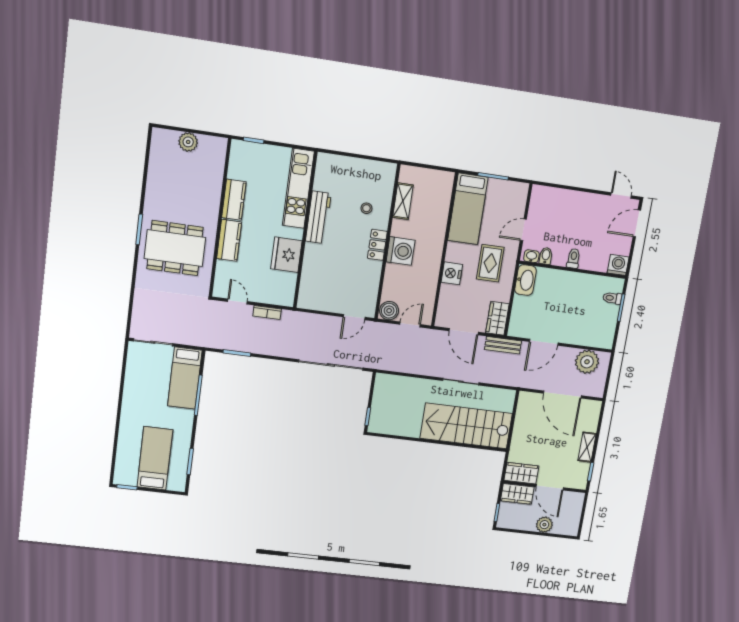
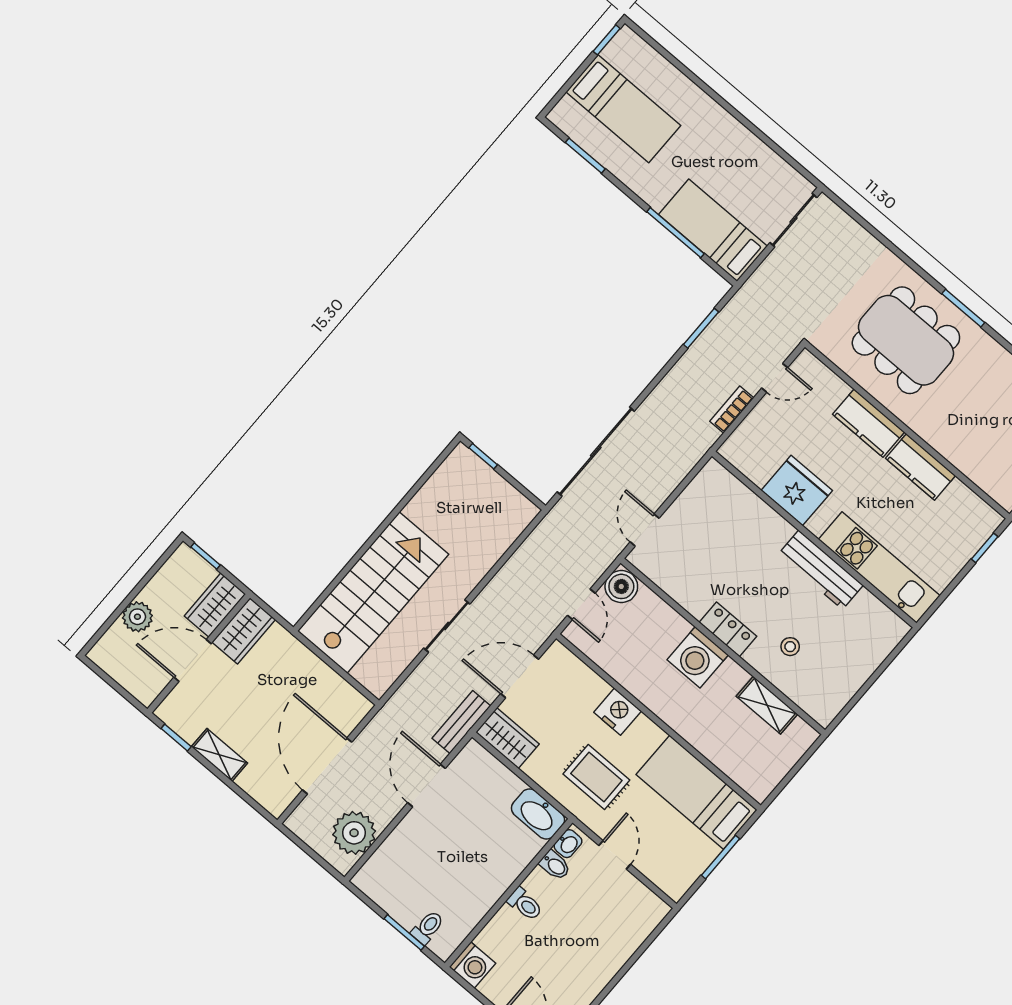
dining table: (175, 248) -> (906, 340), turned 90
door: (562, 395) -> (327, 766), hinge flipped

